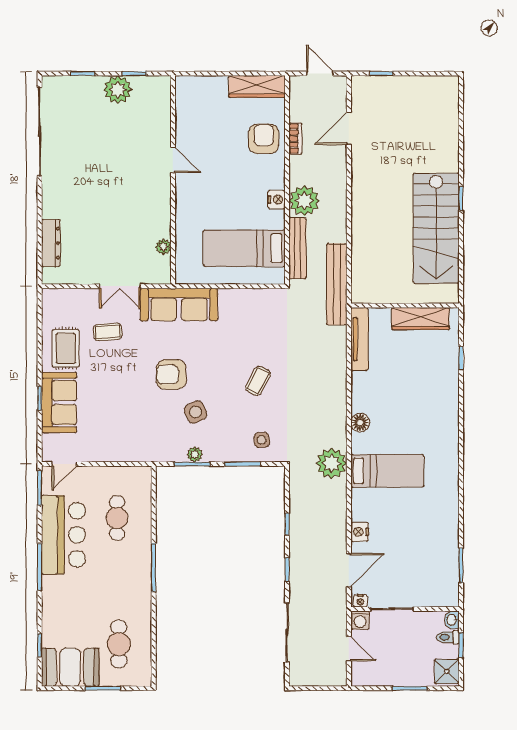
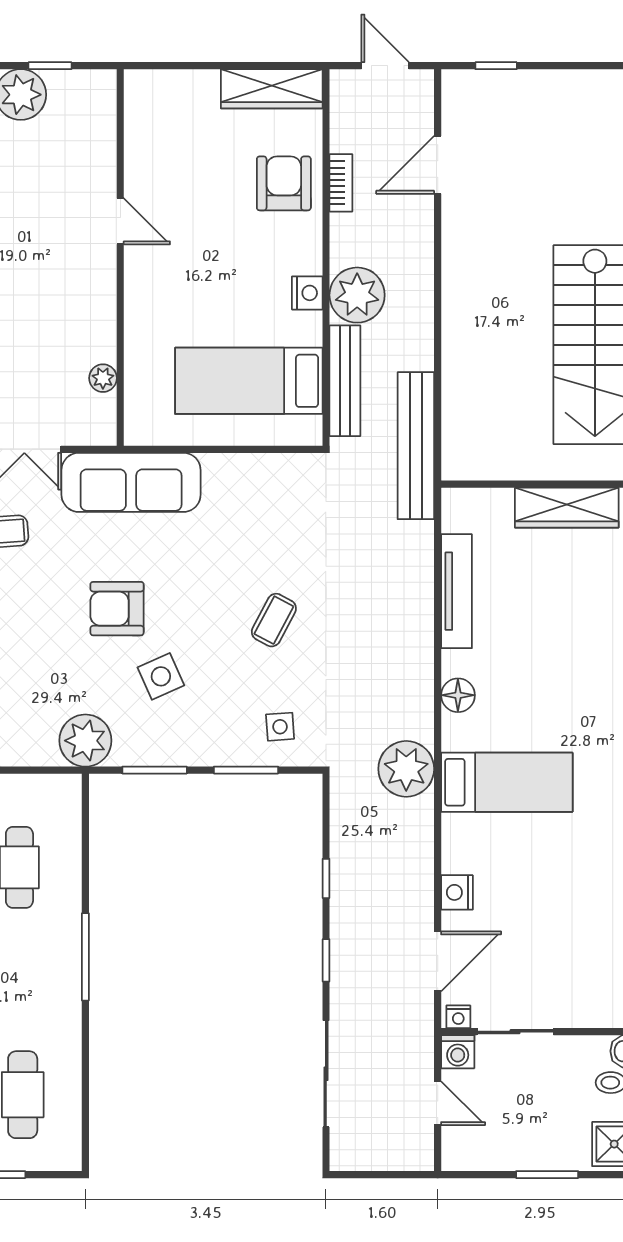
tv unit: (359, 339) -> (457, 591), moved
plant: (195, 454) -> (85, 741), moved, width x1.88, depth x1.88

